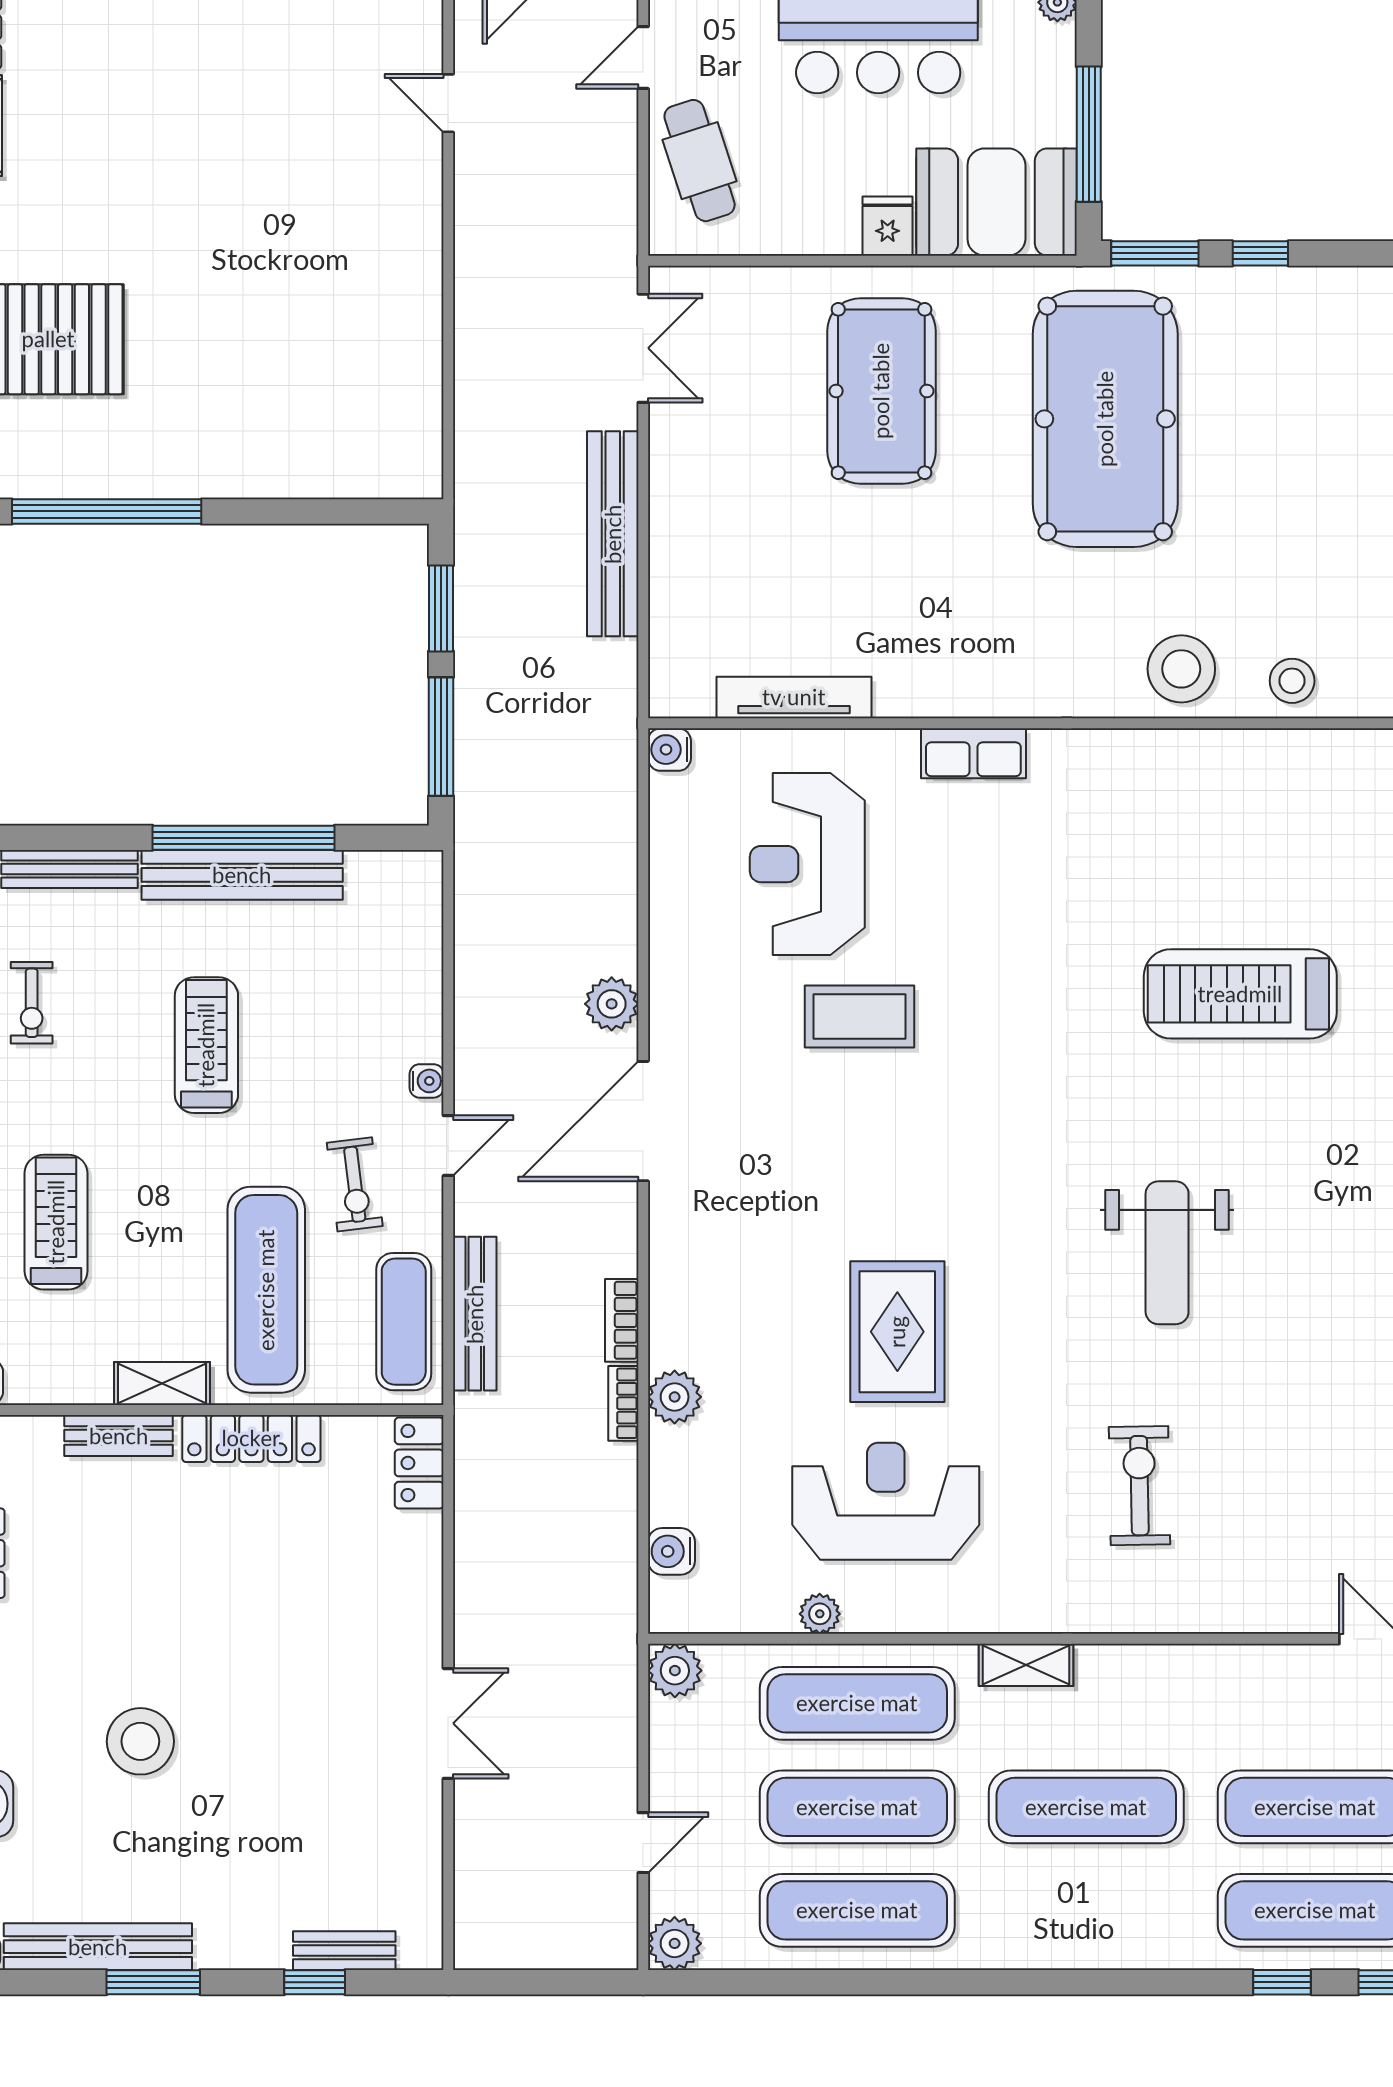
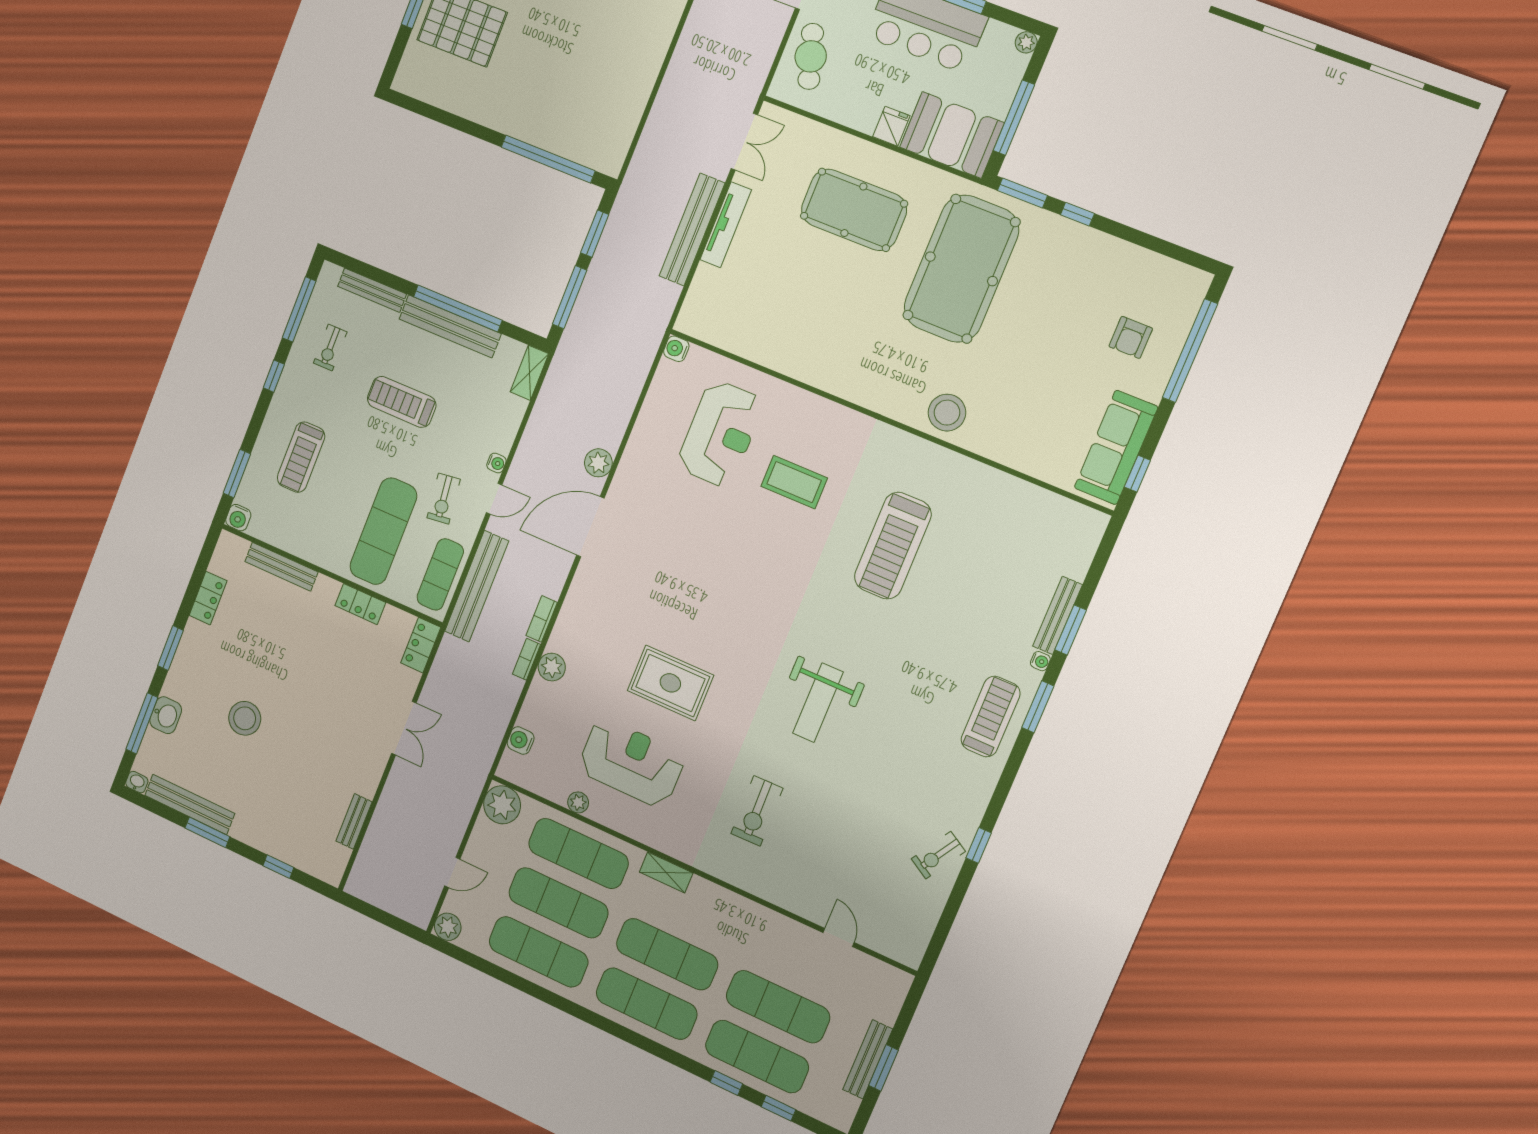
pool table: (881, 391) -> (854, 210), turned 90
window: (107, 511) -> (548, 159), moved
stool: (1292, 681) -> (1001, 442), removed
tv unit: (794, 697) -> (726, 225), moved, turned 90
row of seats: (973, 753) -> (825, 412), removed
reception desk: (807, 864) -> (720, 434), turned 180
treadmill: (1240, 994) -> (893, 546), moved, turned -90
coffee table: (859, 1017) -> (794, 482), moved
treadmill: (206, 1045) -> (402, 402), turned -90
treadmill: (56, 1222) -> (301, 457), turned 180
bench: (475, 1314) -> (477, 586), width x1.37, depth x1.21
rug: (897, 1332) -> (670, 683), turned 90
shelving: (162, 1384) -> (529, 373), moved, turned 90
bench: (119, 1436) -> (281, 567), width x1.36
locker: (251, 1438) -> (360, 604), width x0.66
exercise bike: (1139, 1486) -> (757, 811), turned 180
plant: (675, 1671) -> (502, 805), width x1.36, depth x1.36
double door: (448, 1723) -> (404, 728), moved
exercise mat: (1086, 1910) -> (647, 1004), added
bench: (344, 1951) -> (354, 821), moved, turned 90

